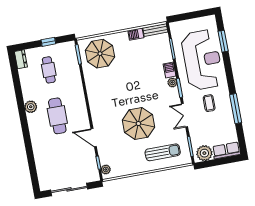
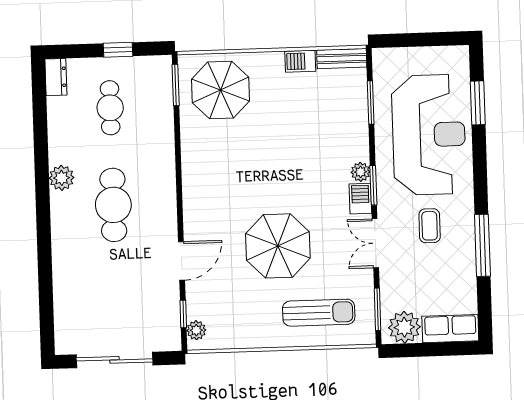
barbecue: (170, 70) -> (360, 199), moved
door: (94, 138) -> (182, 261), swing flipped

